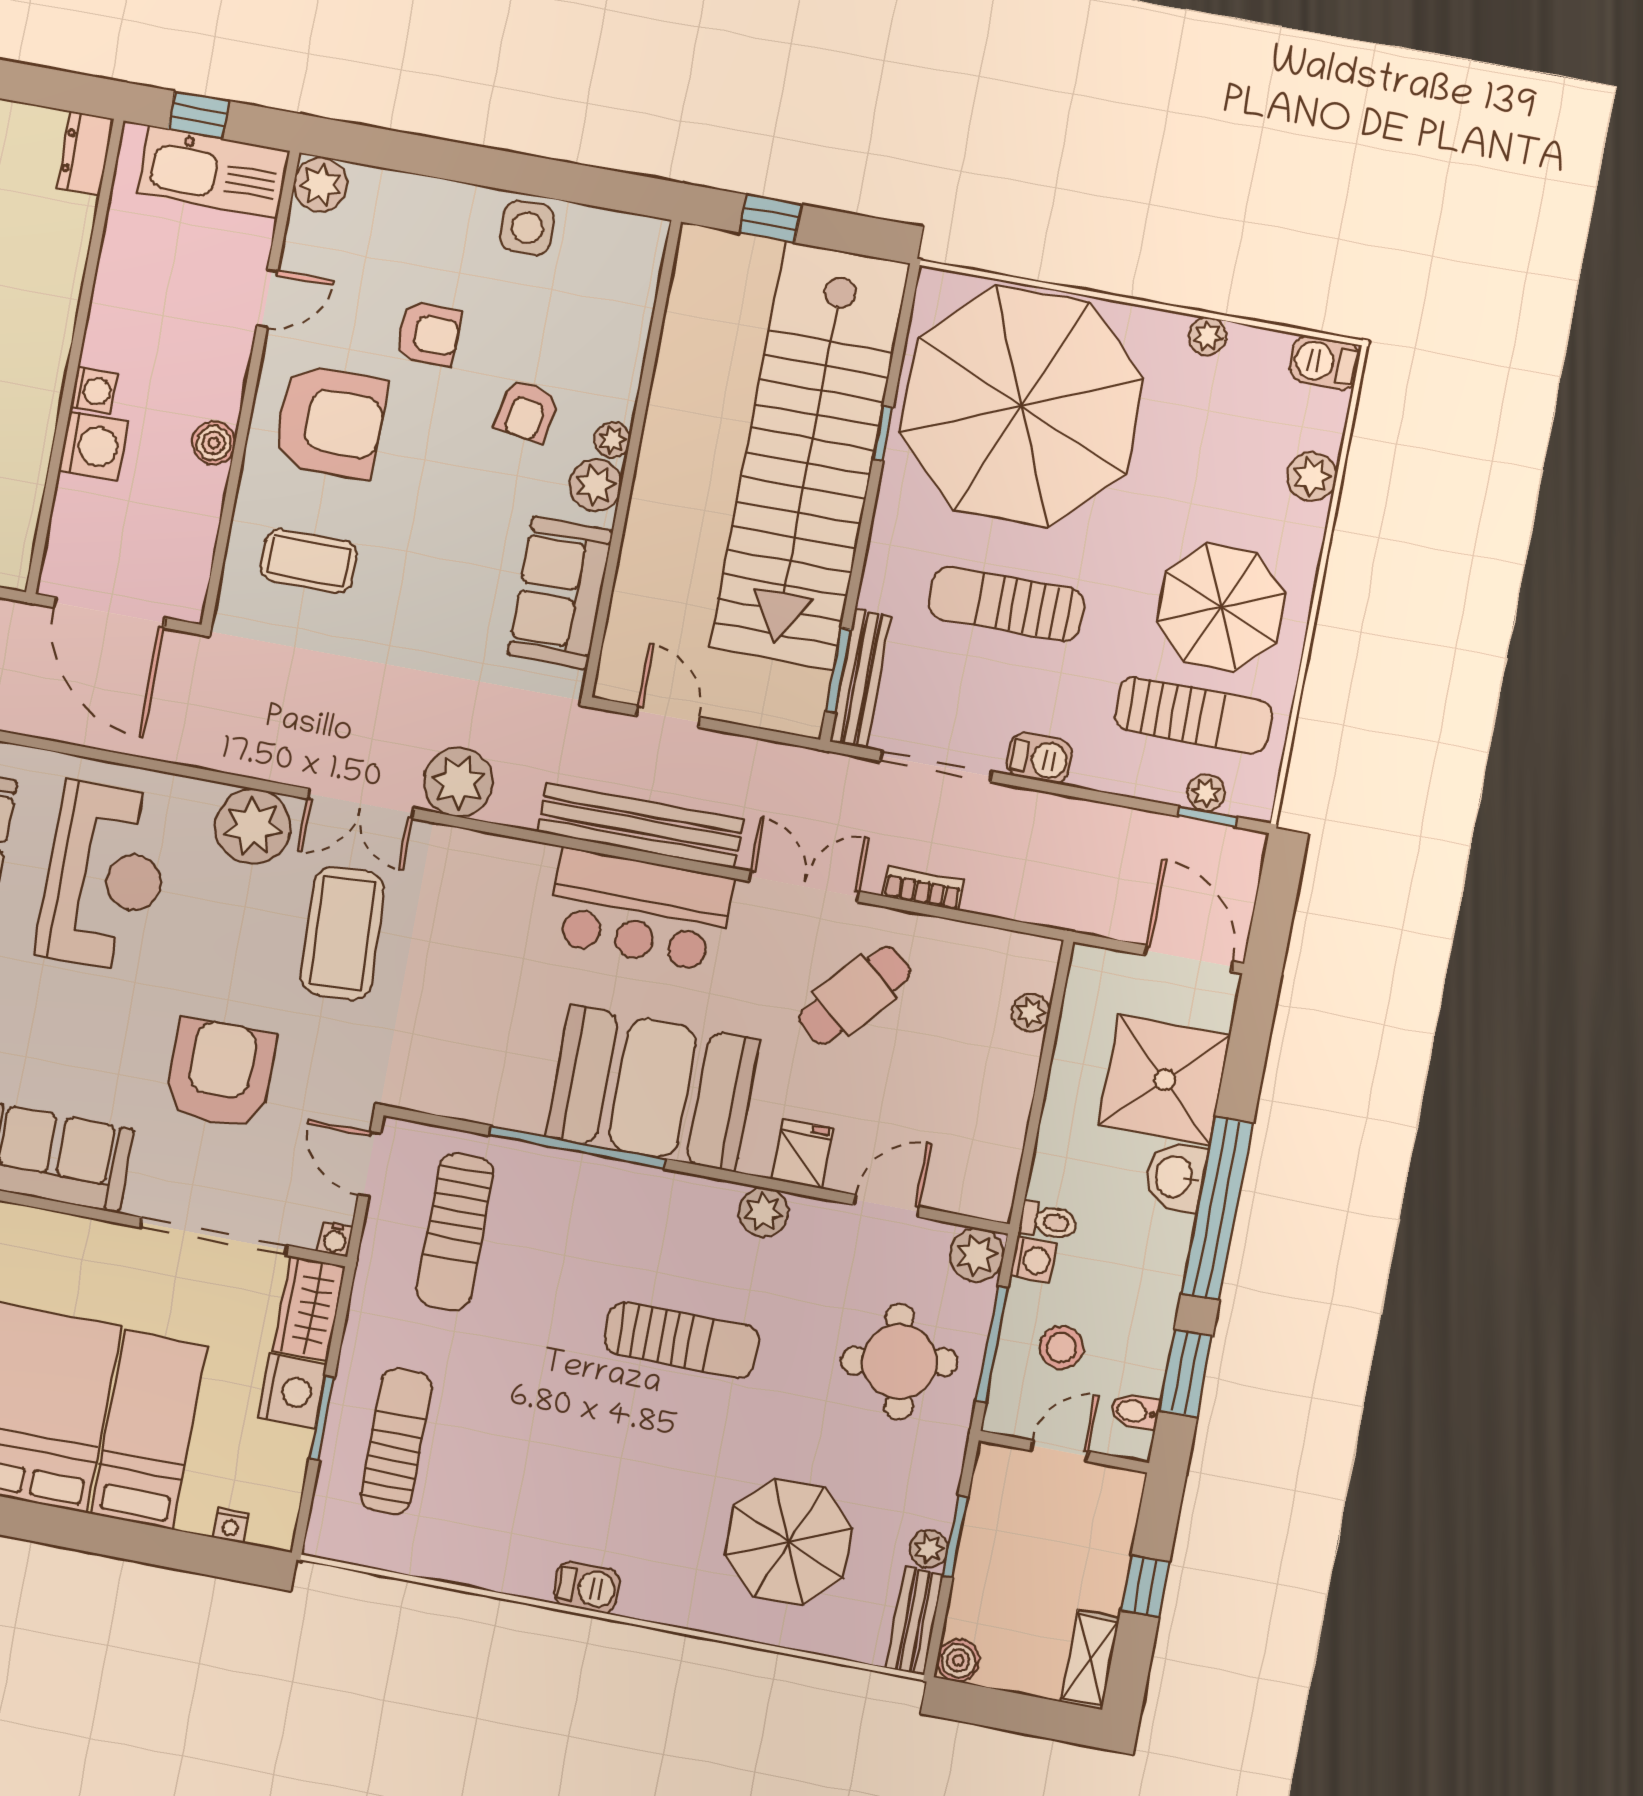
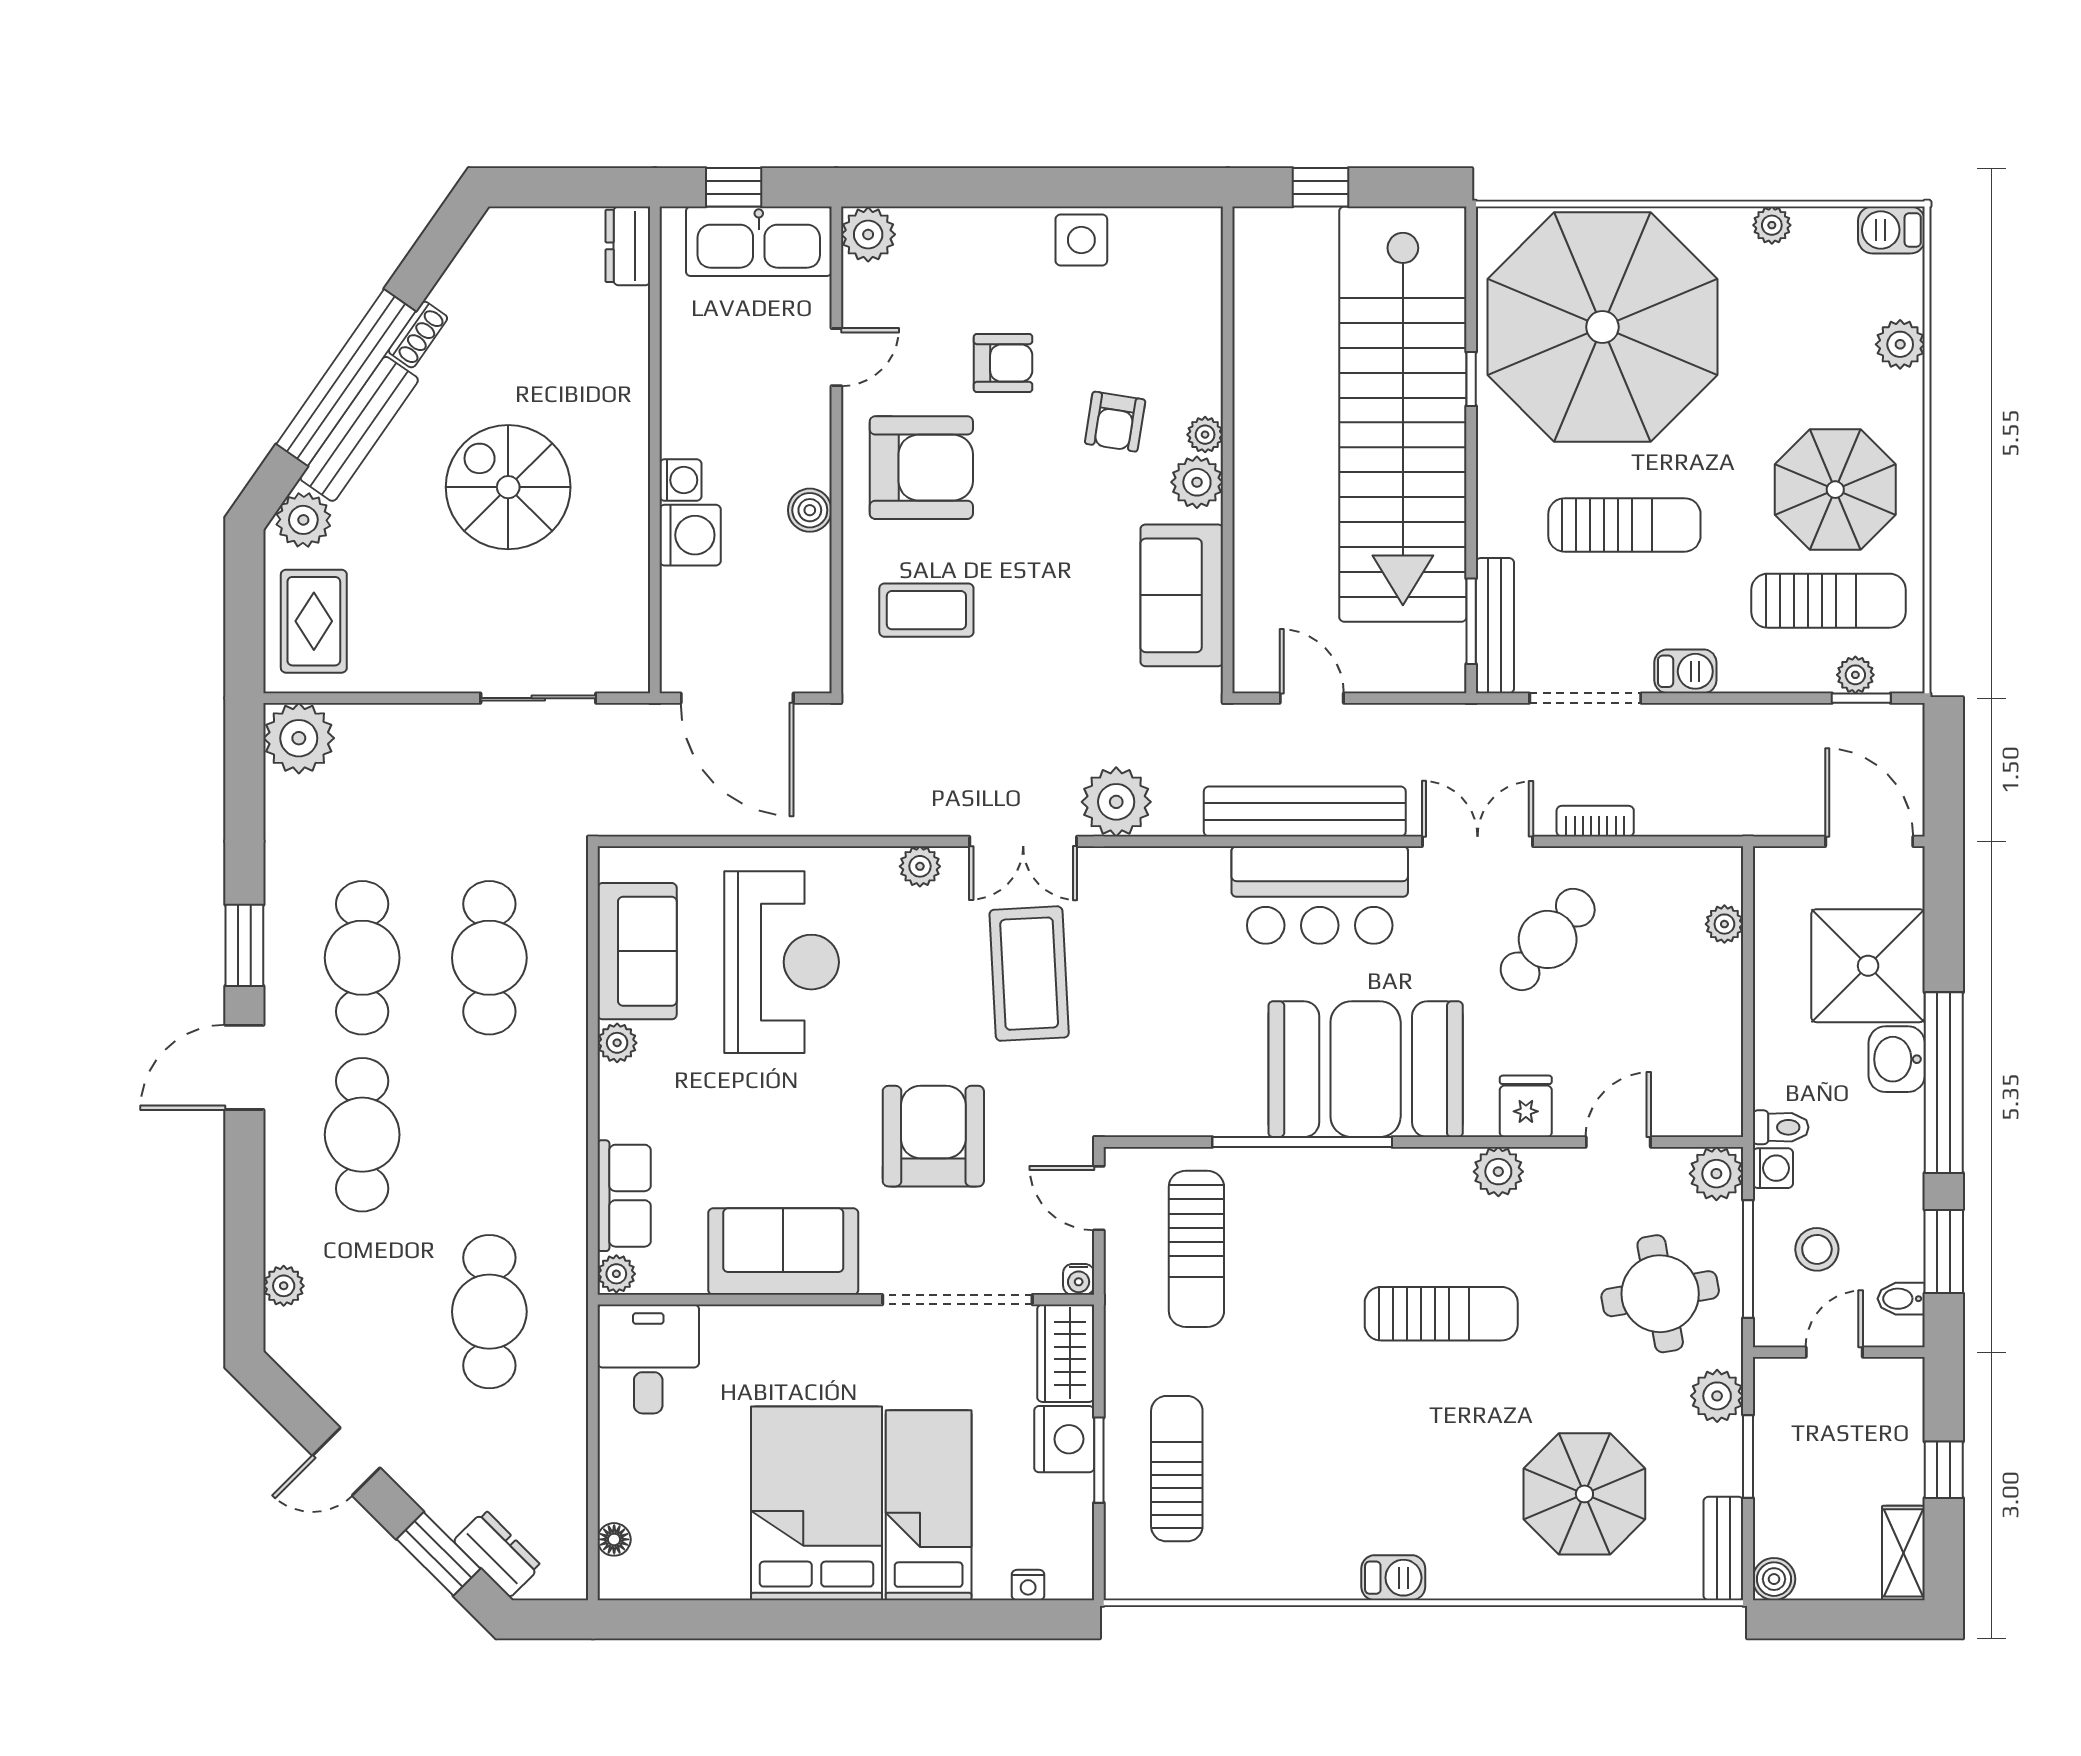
sun lounger: (1007, 604) -> (1624, 525), turned 180
plant: (253, 826) -> (920, 866), width x0.53, depth x0.53
plant: (929, 1549) -> (1717, 1396), moved, width x1.38, depth x1.38

